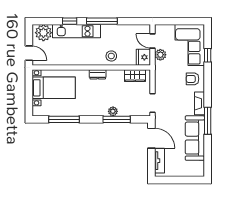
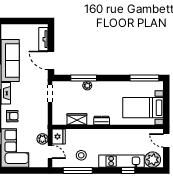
window: (102, 21) -> (78, 171), moved
stool: (111, 56) -> (81, 155), moved
wardrobe: (135, 76) -> (77, 119), moved
window: (64, 119) -> (144, 78), moved

